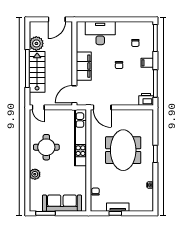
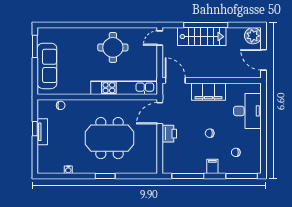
plant: (36, 43) -> (253, 36), moved
printer: (146, 99) -> (169, 134), moved
plant: (35, 174) -> (81, 34), removed

